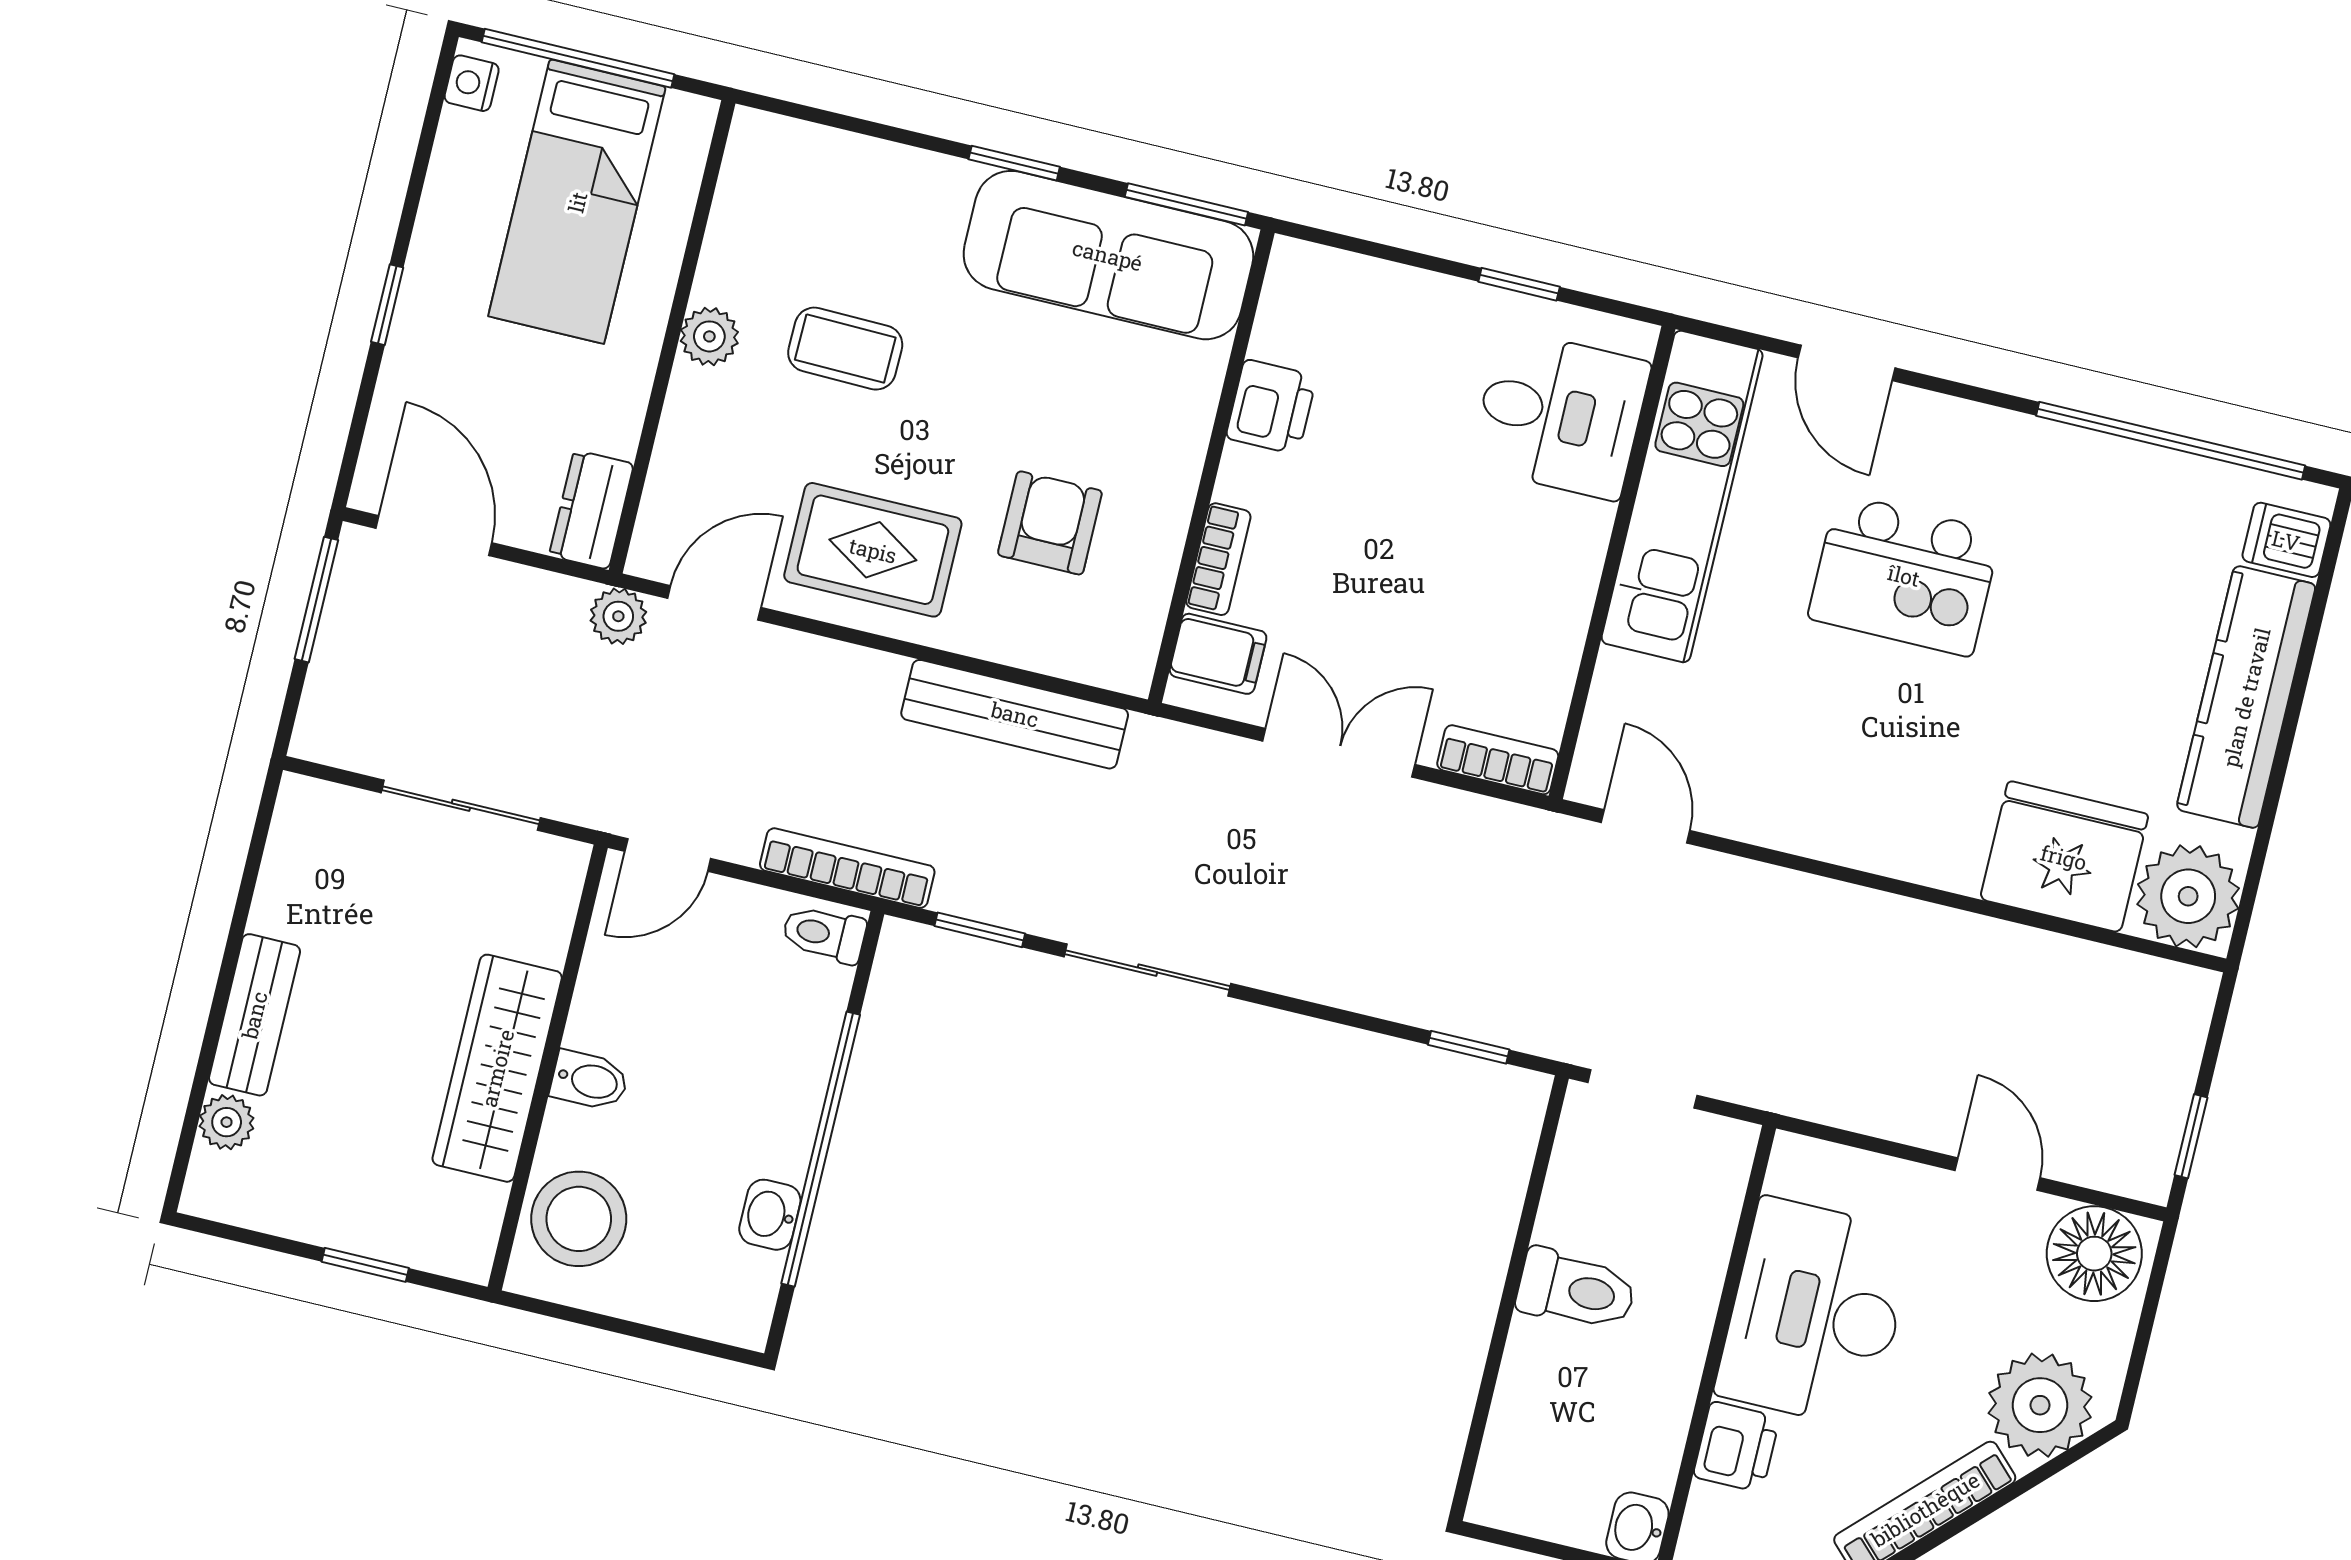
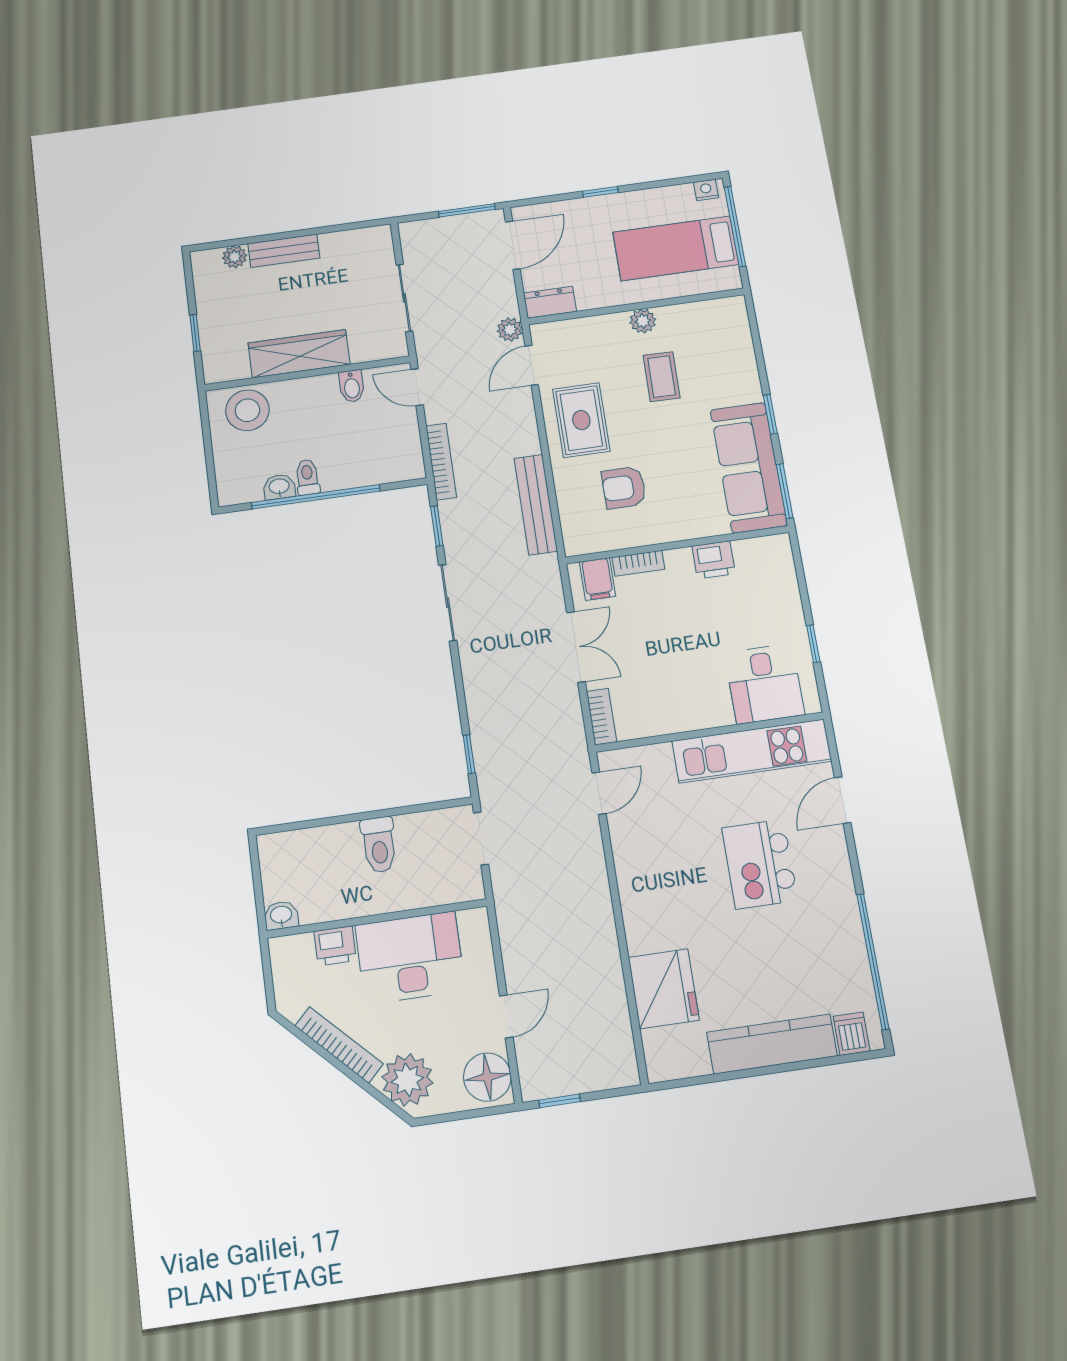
armchair: (1050, 523) -> (624, 488), turned 180
door: (714, 603) -> (532, 365), swing flipped
plant: (2188, 896) -> (669, 1054), removed
toilet: (824, 934) -> (307, 477), moved
bidet: (589, 1080) -> (352, 386), moved

